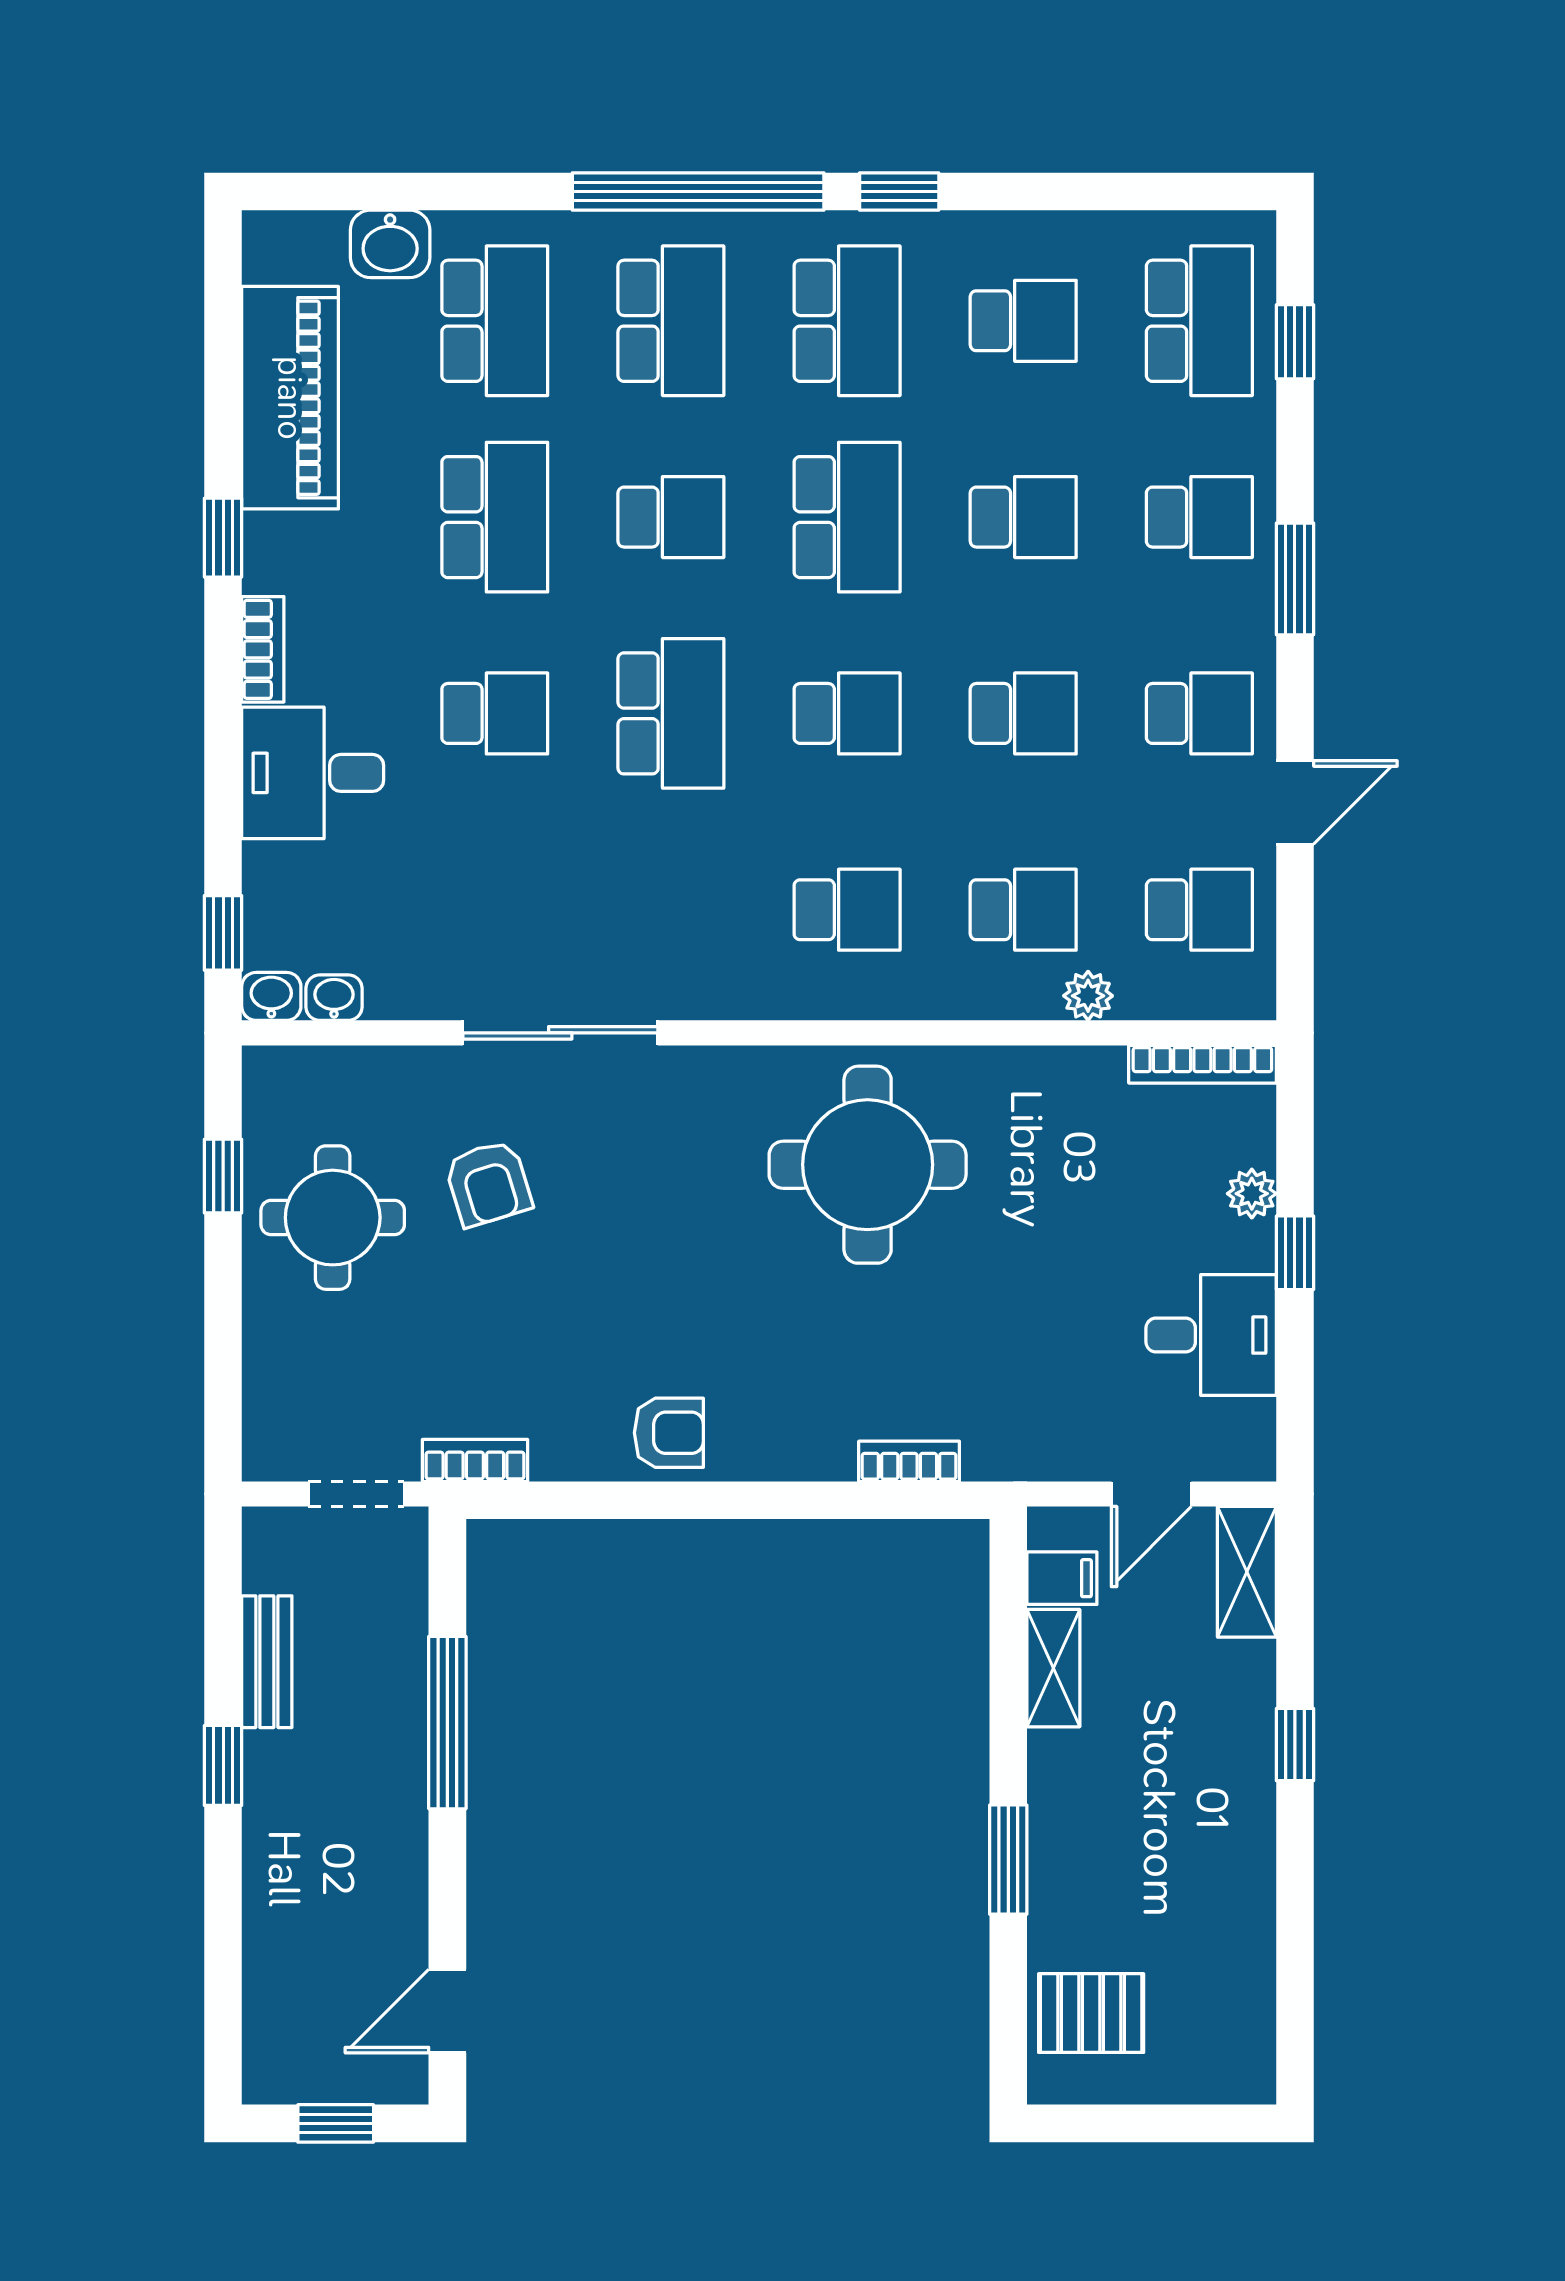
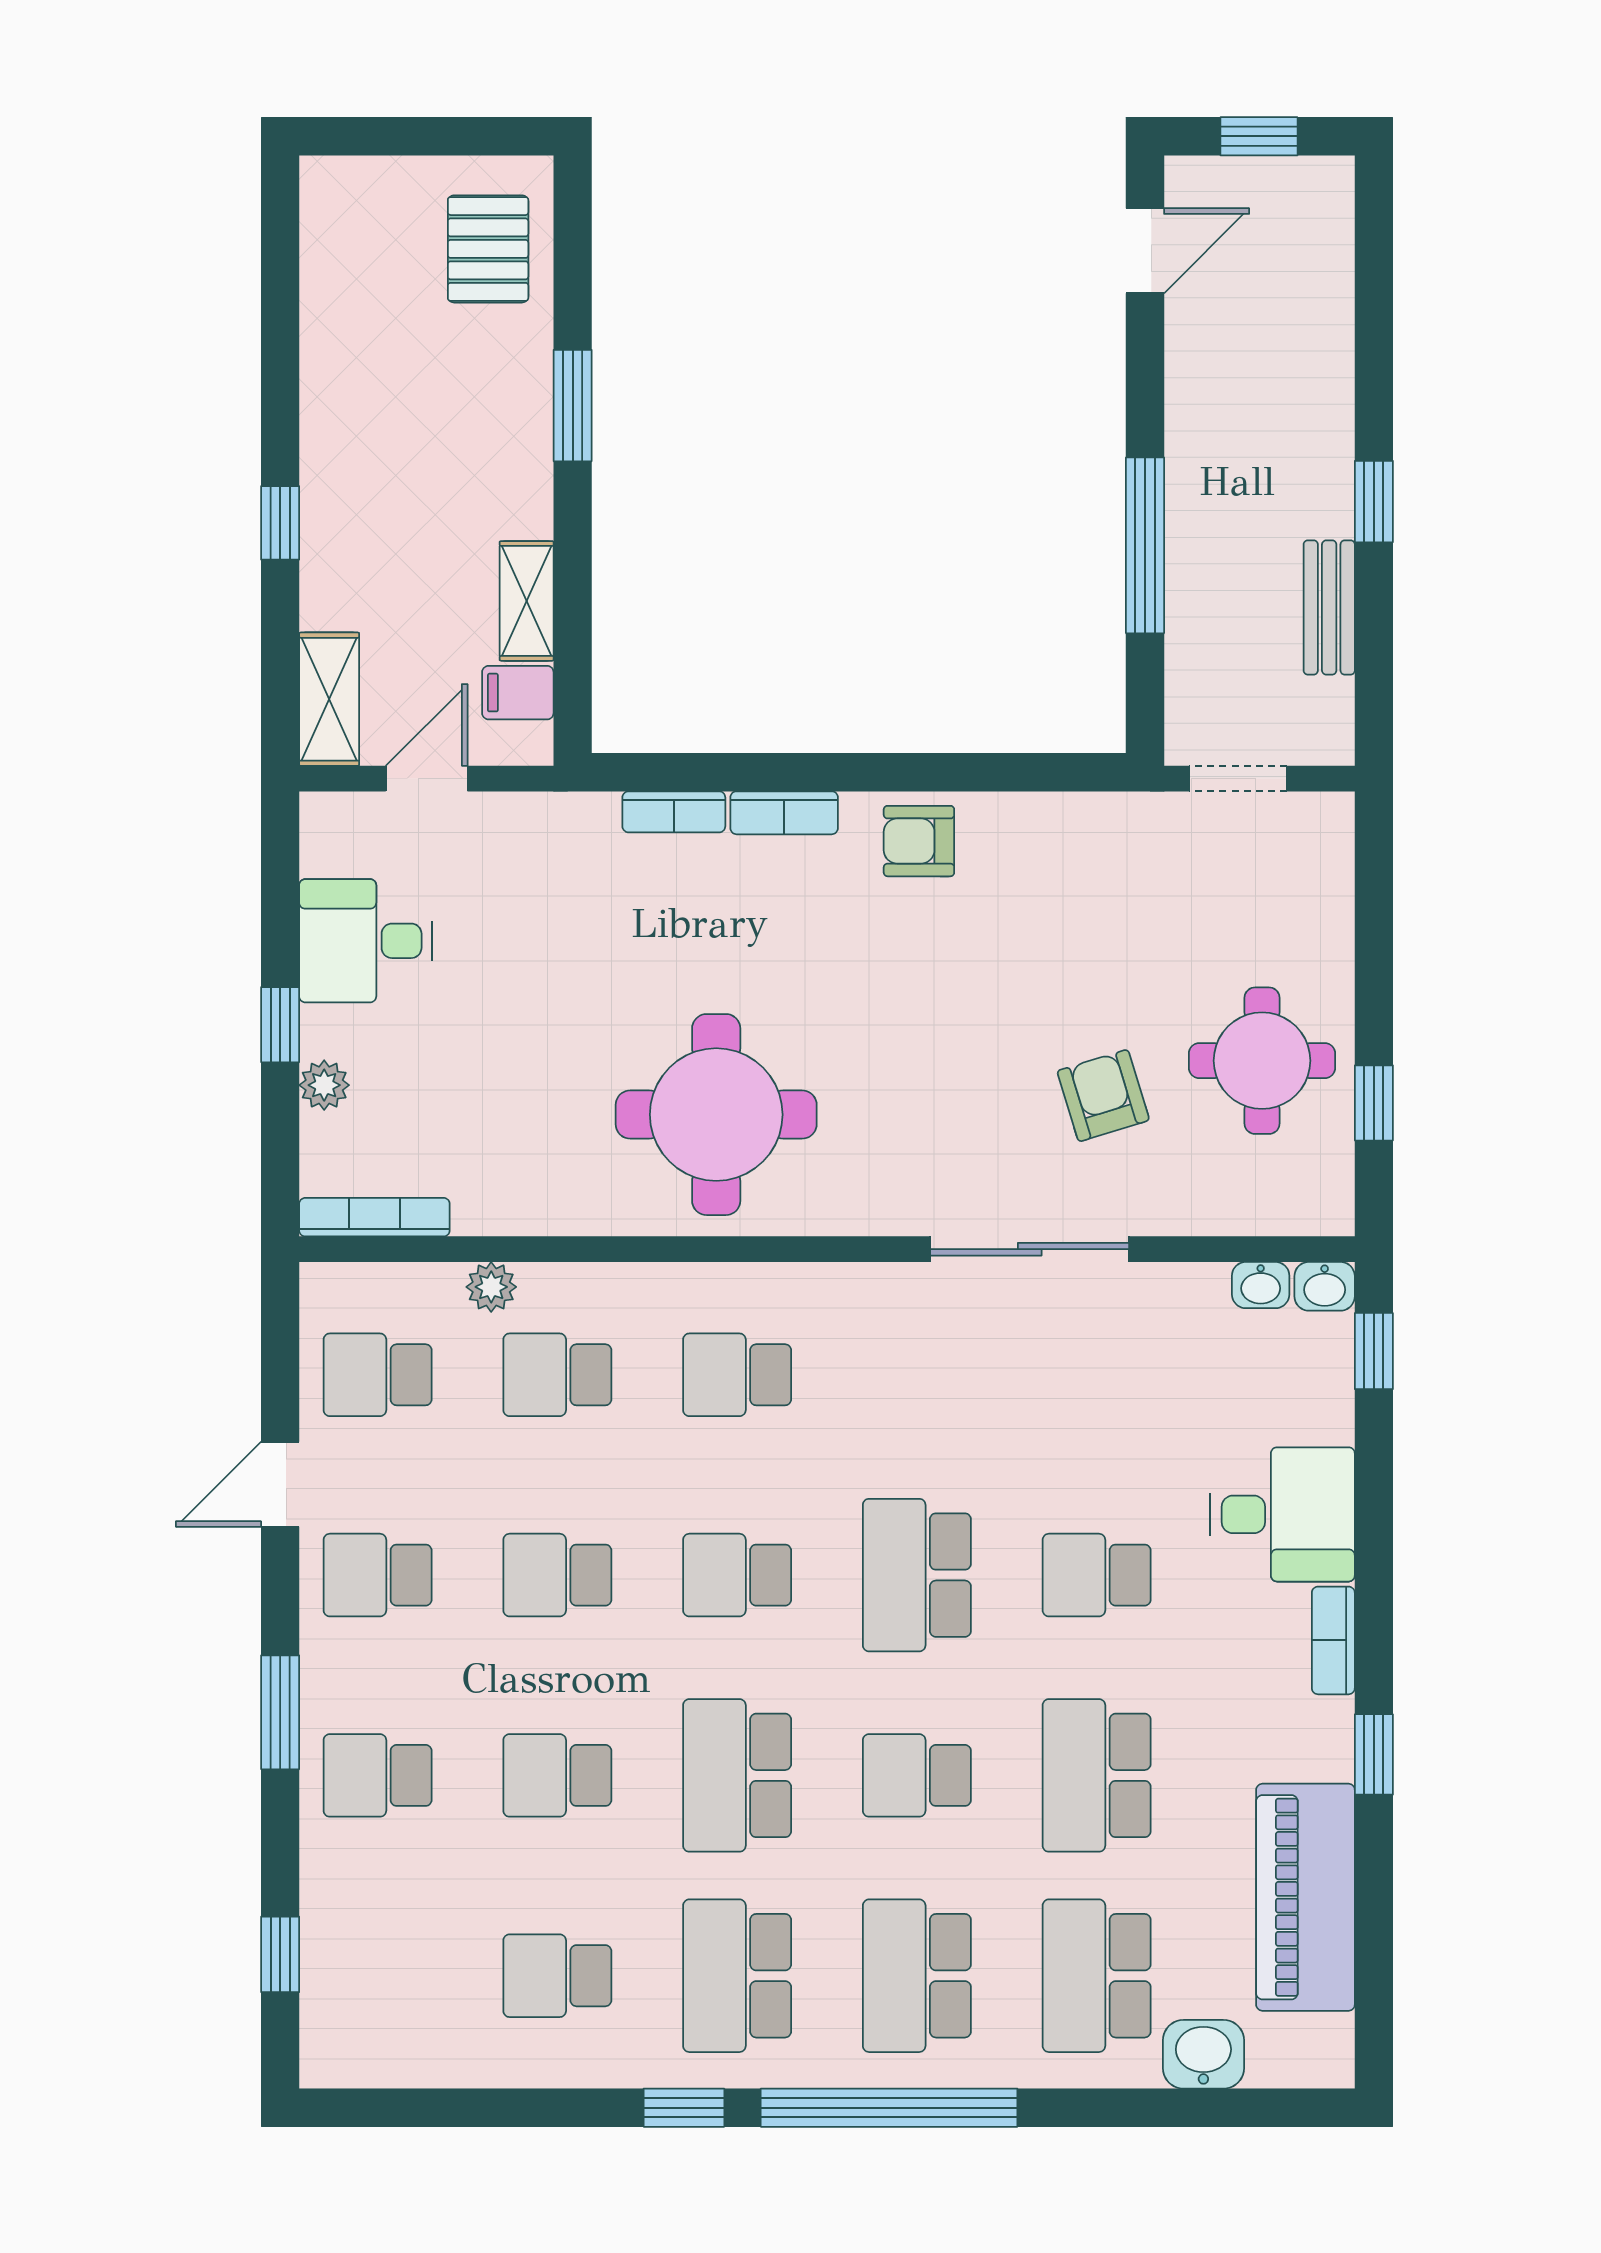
school desk: (1199, 321) -> (378, 1976), removed
bookcase: (475, 1460) -> (784, 813), moved
pallet: (1091, 2013) -> (488, 249), turned 90

